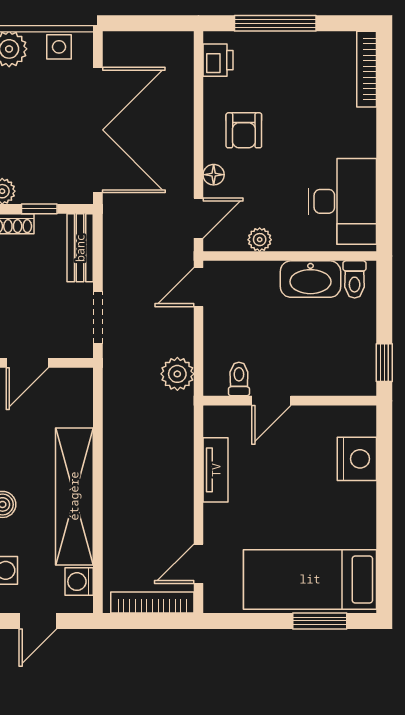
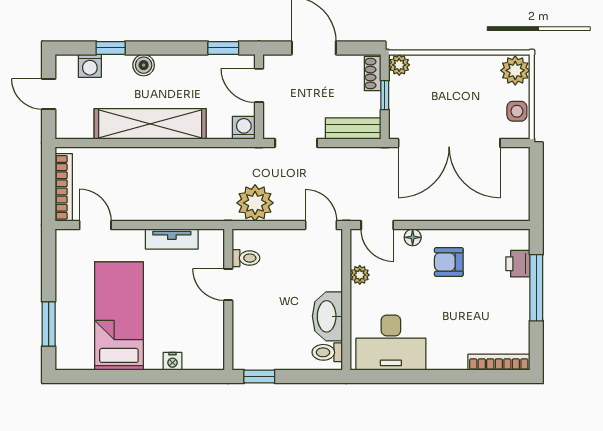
printer: (218, 60) -> (518, 264), moved, turned 90
plant: (177, 374) -> (255, 203), width x1.36, depth x1.36
nightstand: (357, 459) -> (172, 361), width x0.53, depth x0.56
bed: (310, 579) -> (119, 316), moved
washing machine: (79, 582) -> (244, 128), moved

